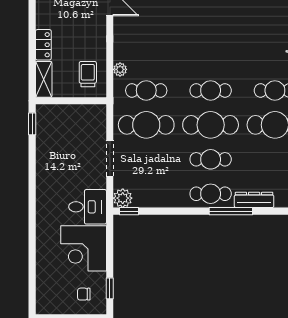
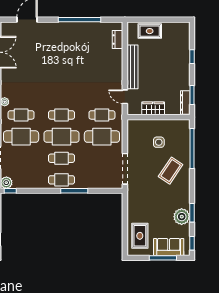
dresser: (254, 200) -> (89, 184), removed

